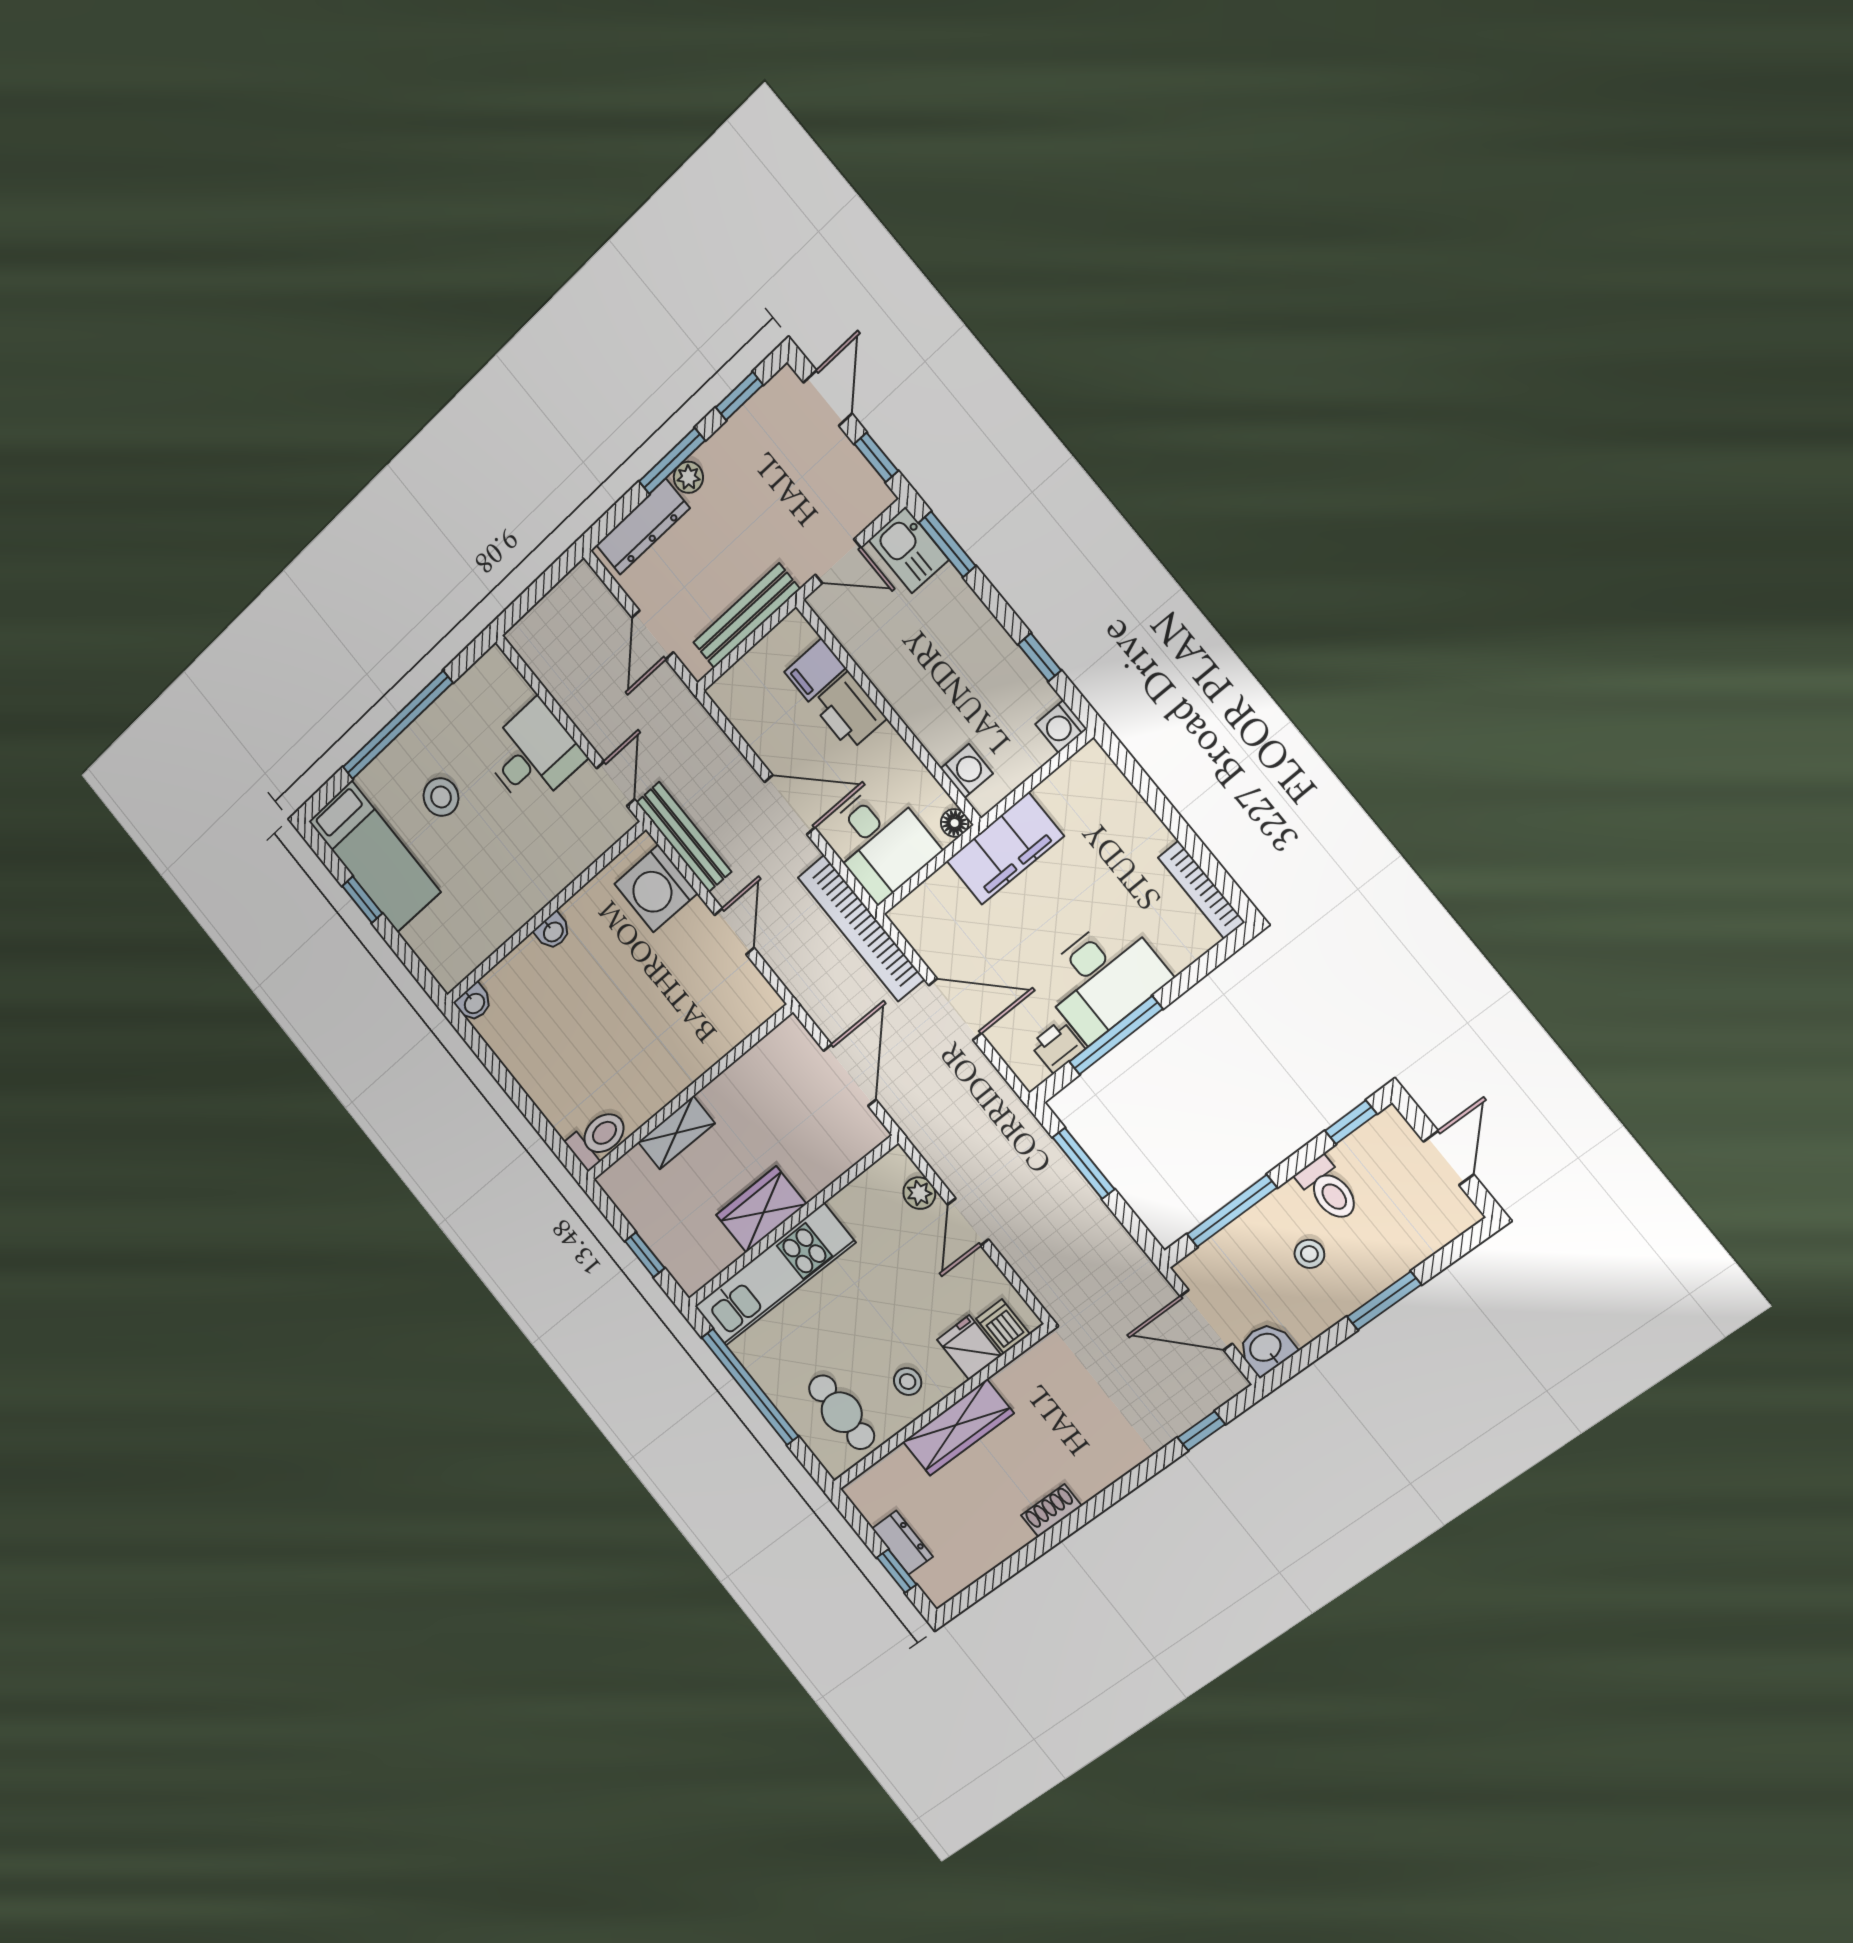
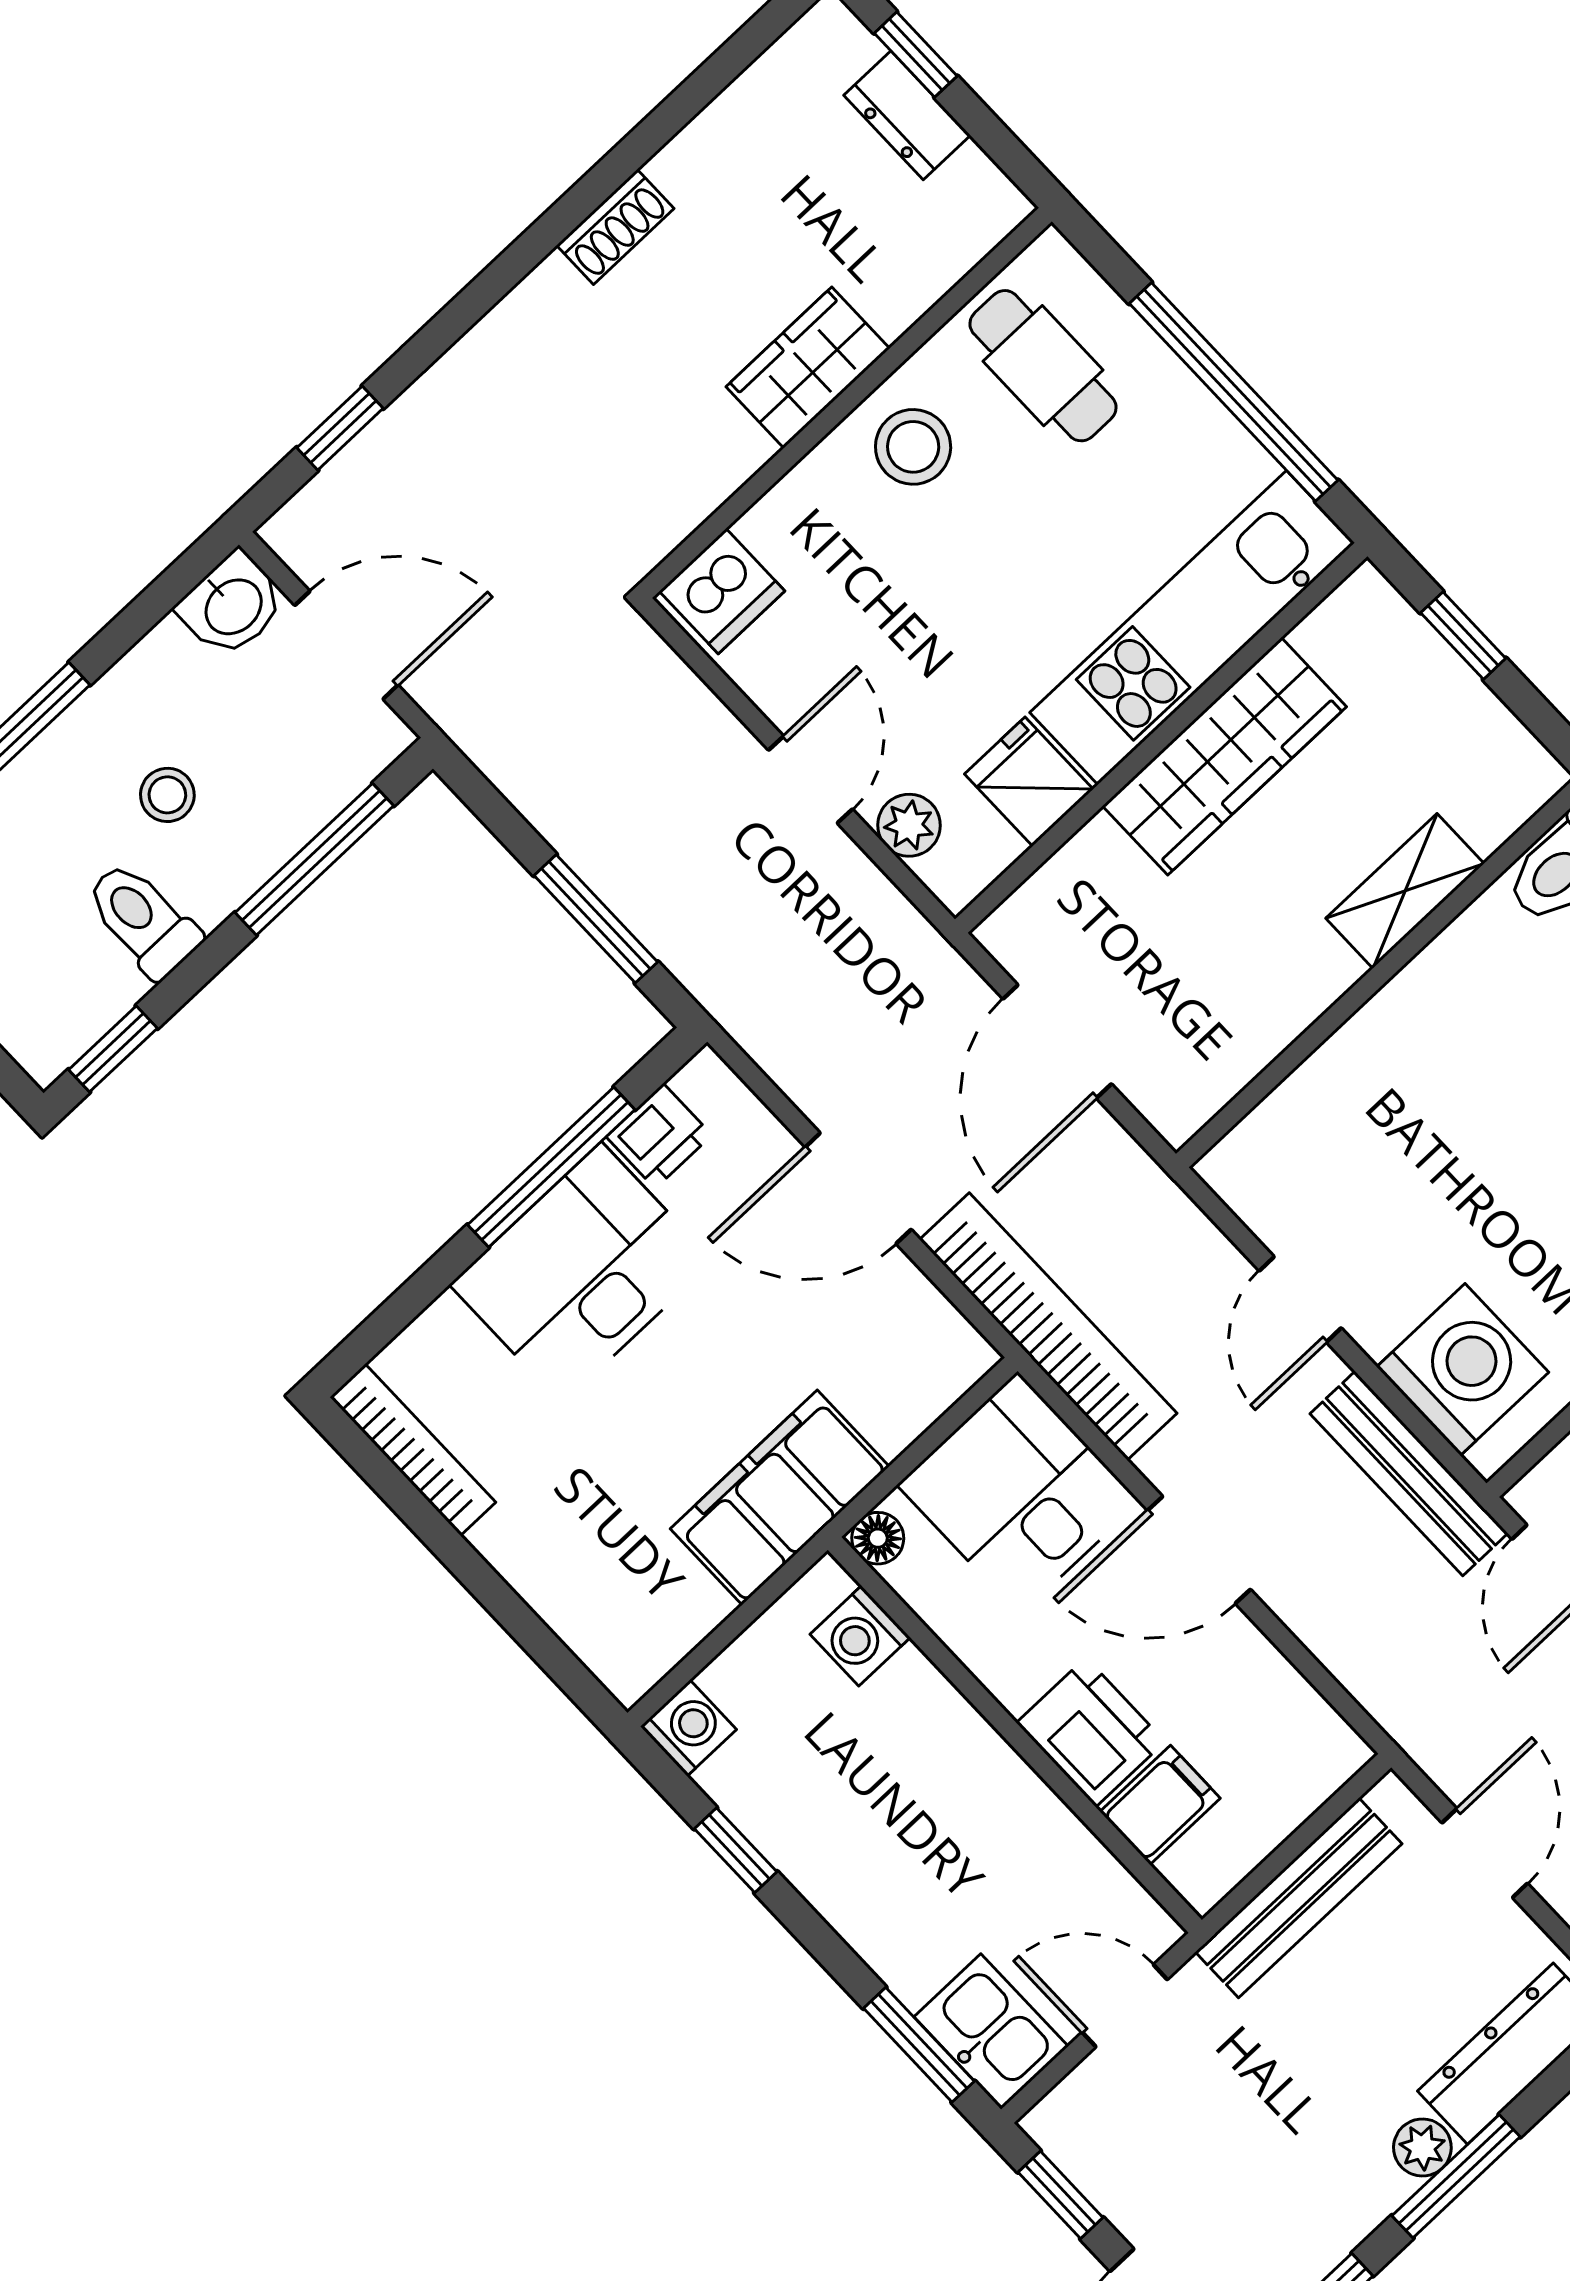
wardrobe: (761, 1209) -> (1224, 756), width x1.50
dishwasher: (1003, 1326) -> (722, 591), width x1.38
fridge: (969, 1348) -> (1029, 782), moved, turned 180
stool: (908, 1382) -> (913, 447), width x1.37, depth x1.37
wardrobe: (958, 1428) -> (808, 368), width x0.67

